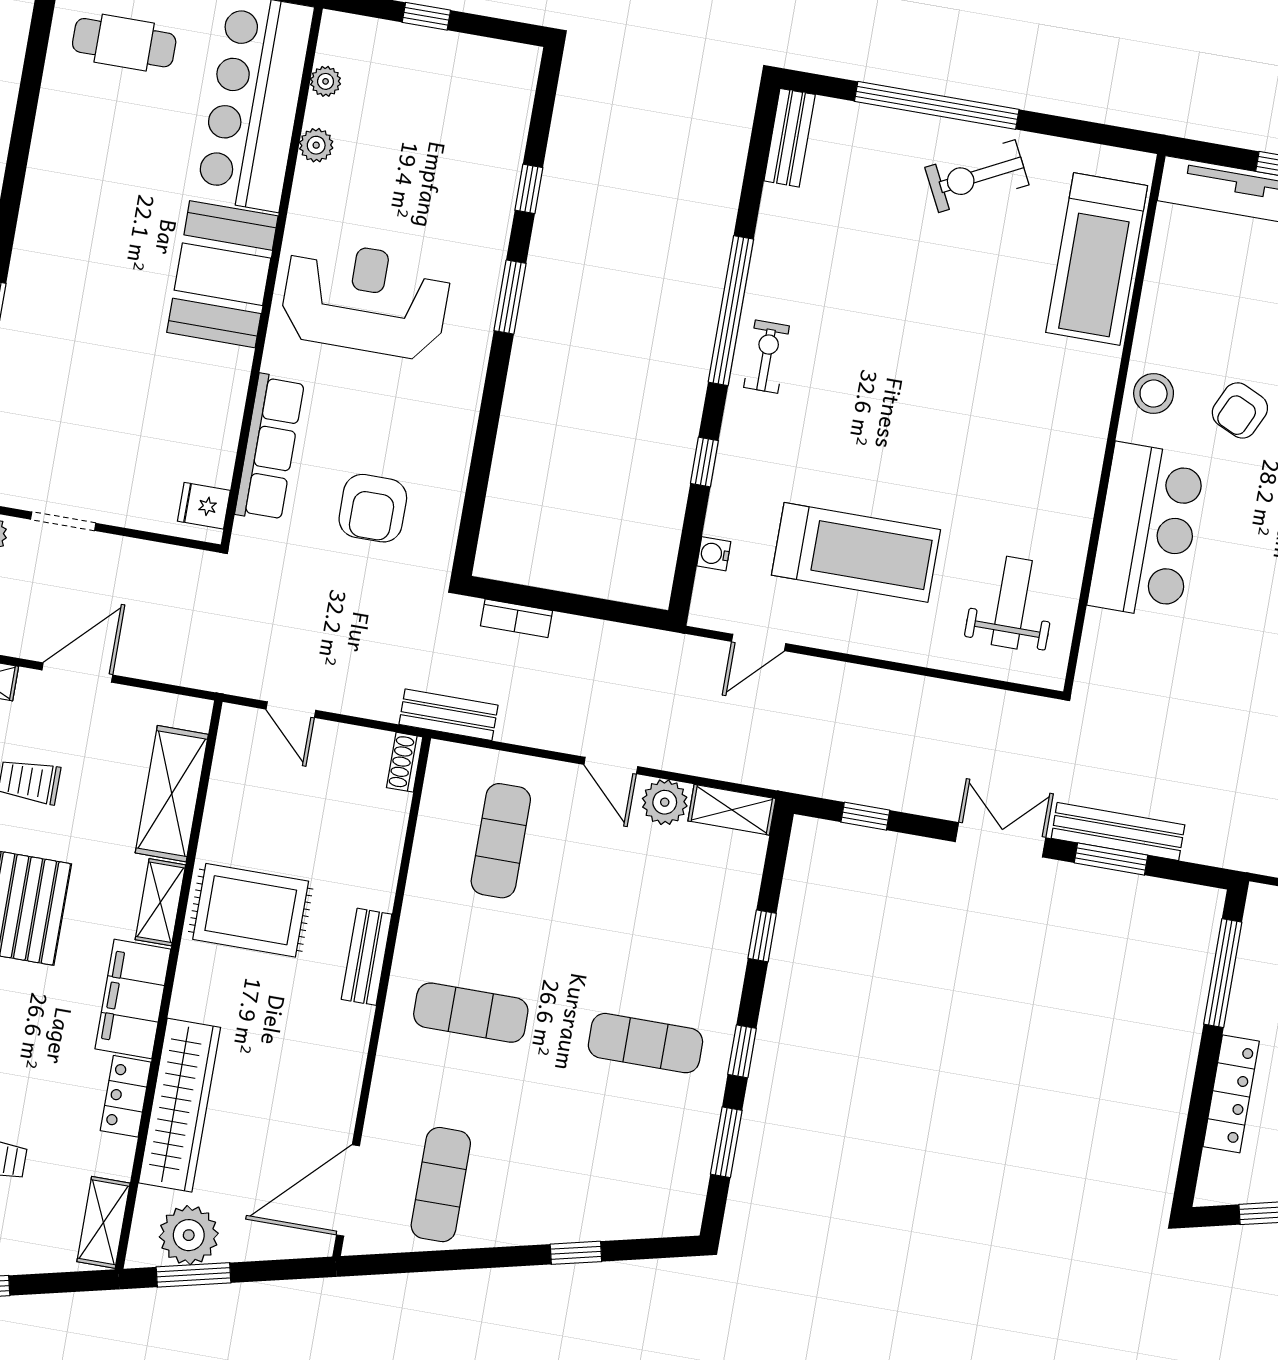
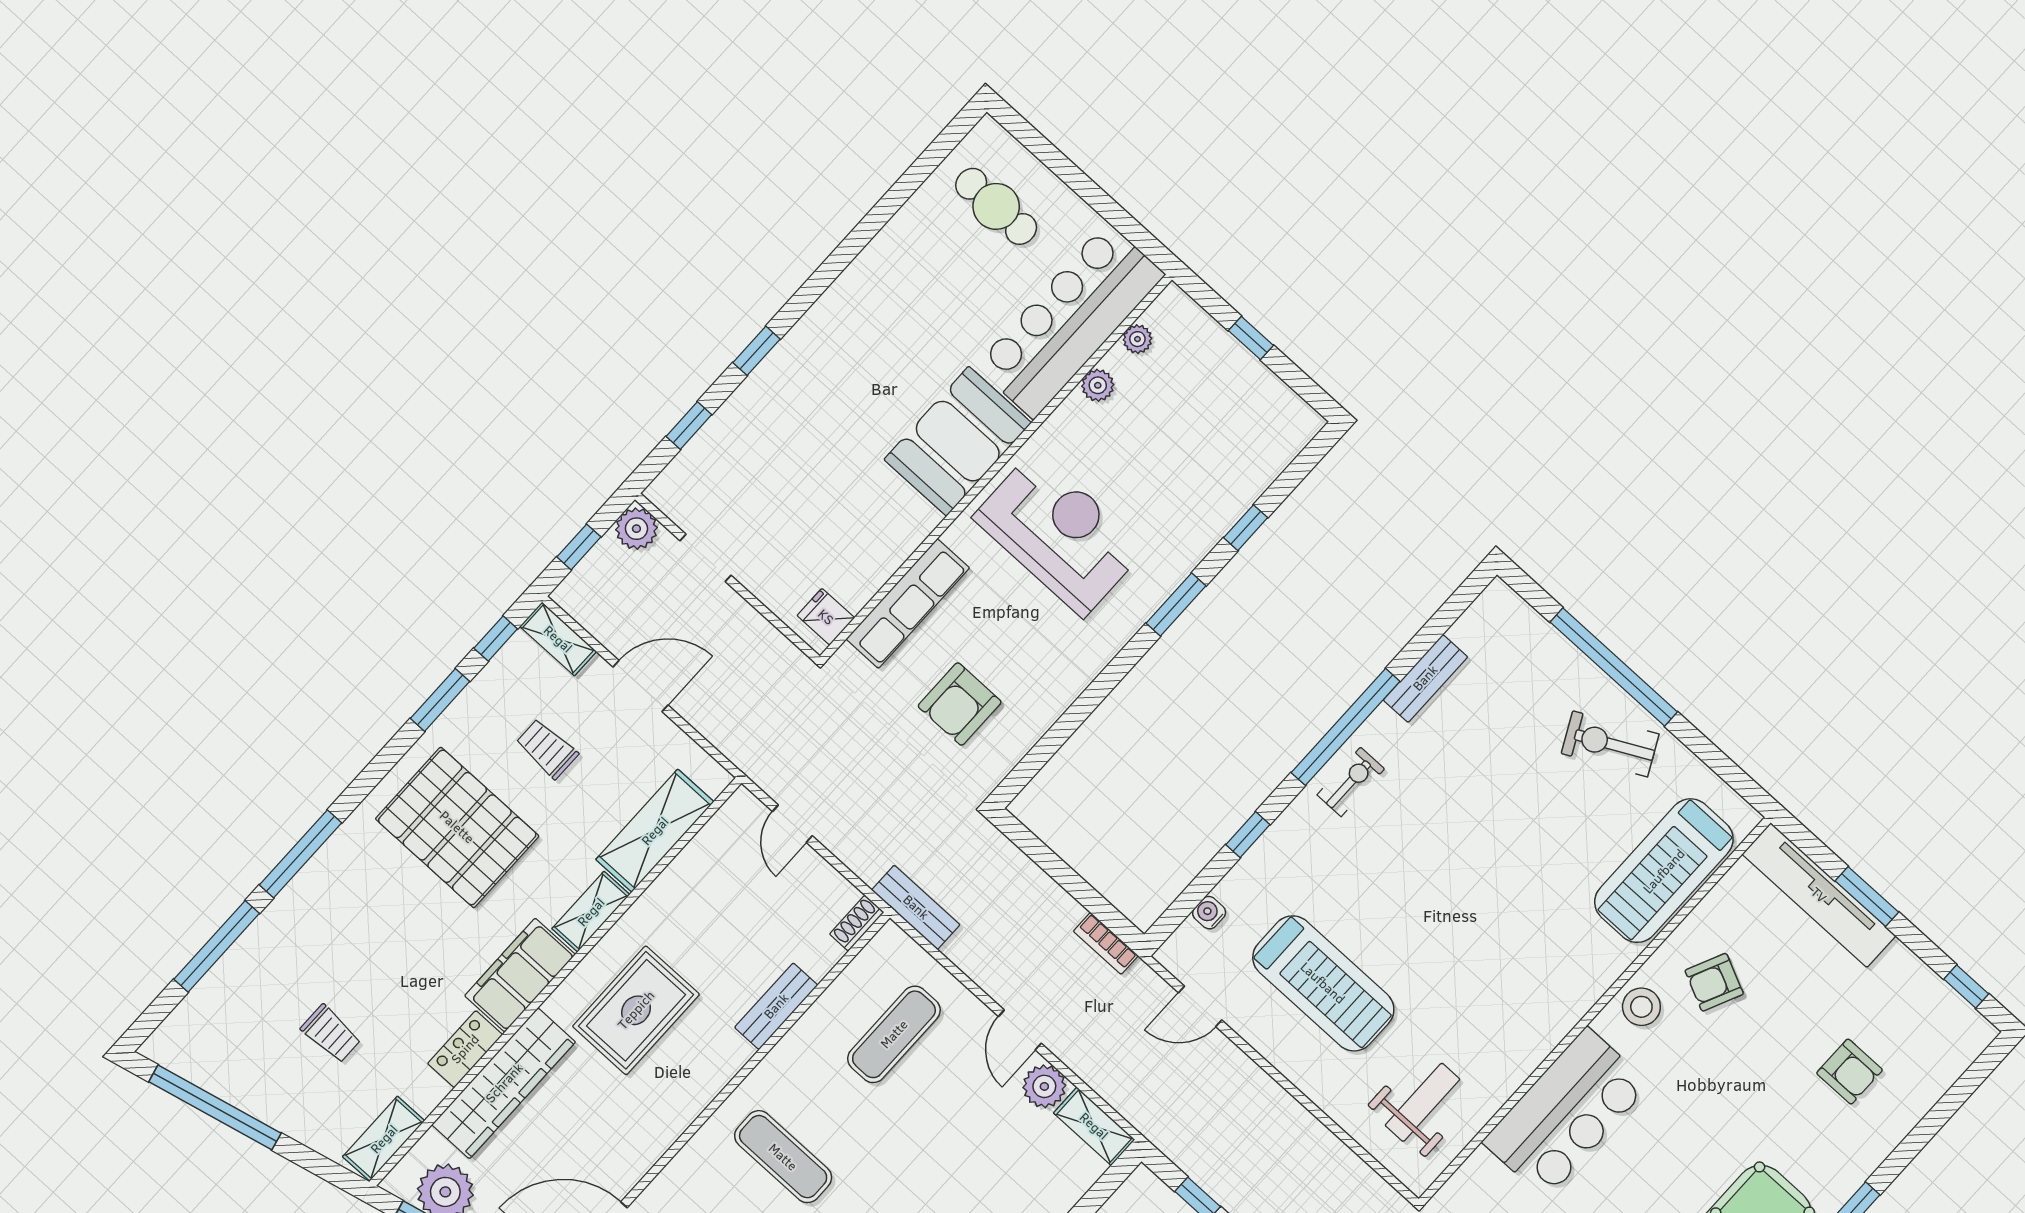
bench: (790, 138) -> (1425, 678), moved
armchair: (1240, 410) -> (1714, 982), moved
bookcase: (517, 618) -> (1106, 943), moved
rug: (251, 910) -> (636, 1010), moved, turned 90
bench: (367, 957) -> (776, 1006), moved

